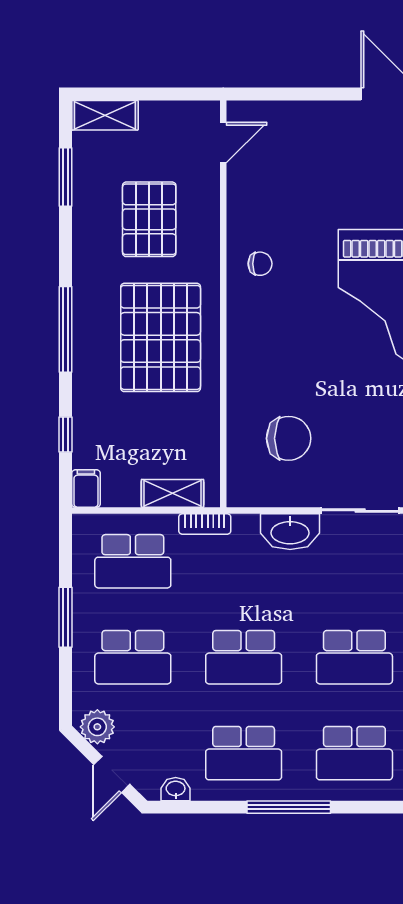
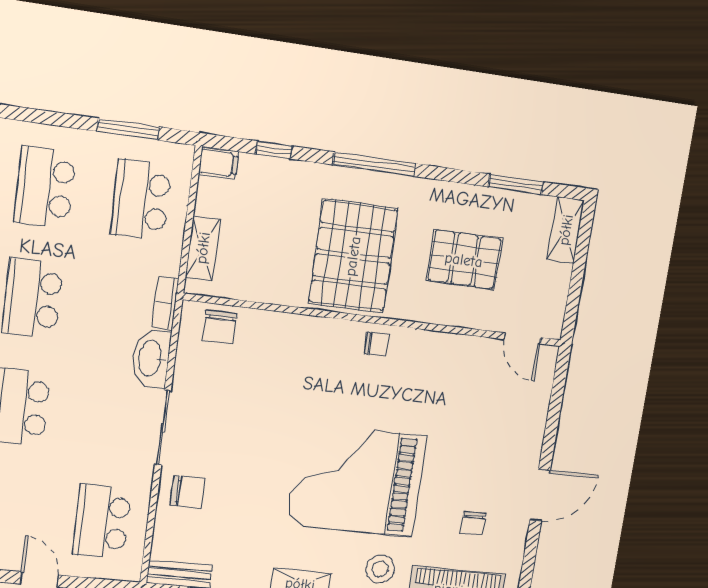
chair: (260, 264) -> (377, 344), moved, turned -90
pallet: (161, 337) -> (353, 256), turned 90
chair: (289, 438) -> (220, 327), moved, width x0.73, depth x0.73
bookcase: (205, 524) -> (165, 303), moved
window: (66, 617) -> (128, 129), moved

